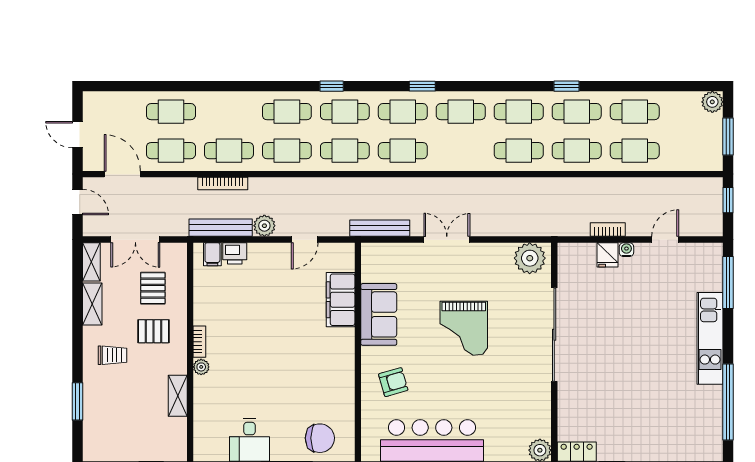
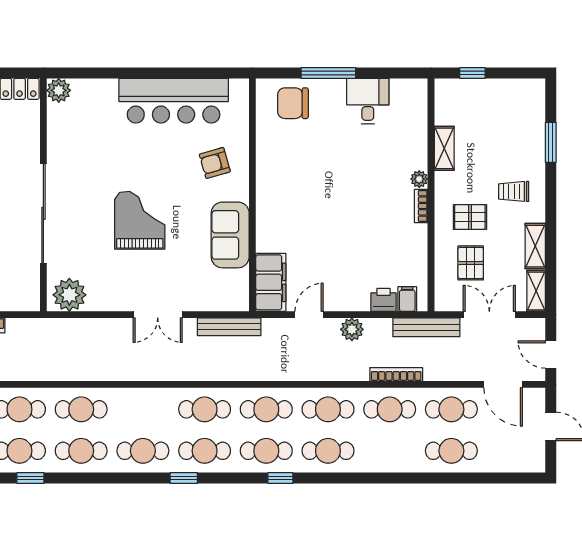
bench: (221, 228) -> (426, 327), moved
filing cabinet: (341, 300) -> (271, 282), moved

